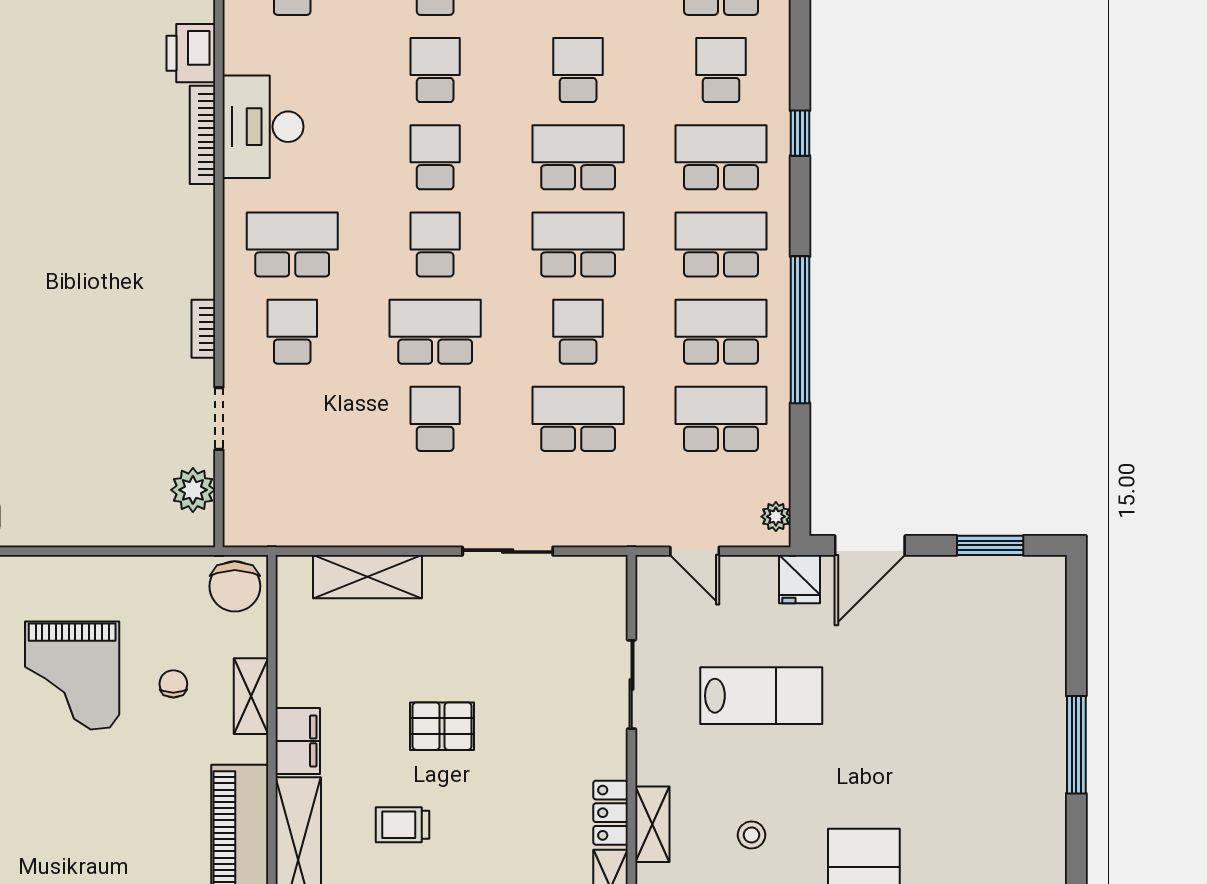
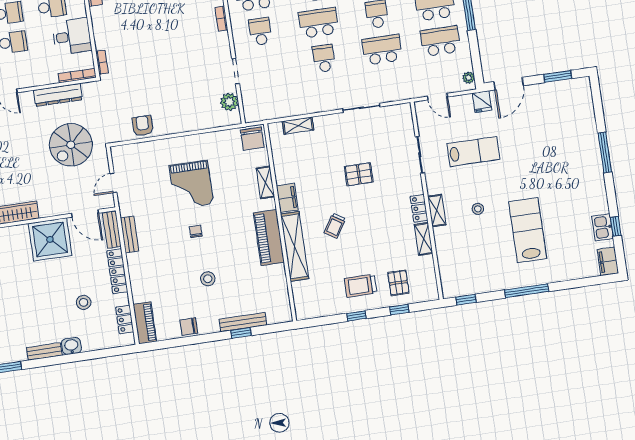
bookcase: (203, 329) -> (221, 19), moved
shelving: (367, 577) -> (298, 126), width x0.67, depth x0.75
chair: (173, 684) -> (196, 231), moved
pallet: (442, 726) -> (359, 174), moved
trolley: (402, 825) -> (335, 226), turned -57

